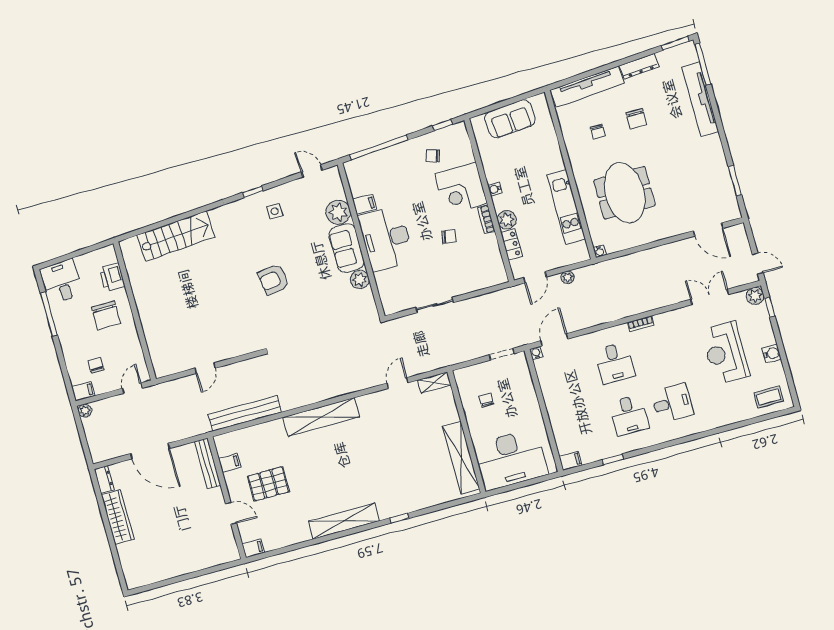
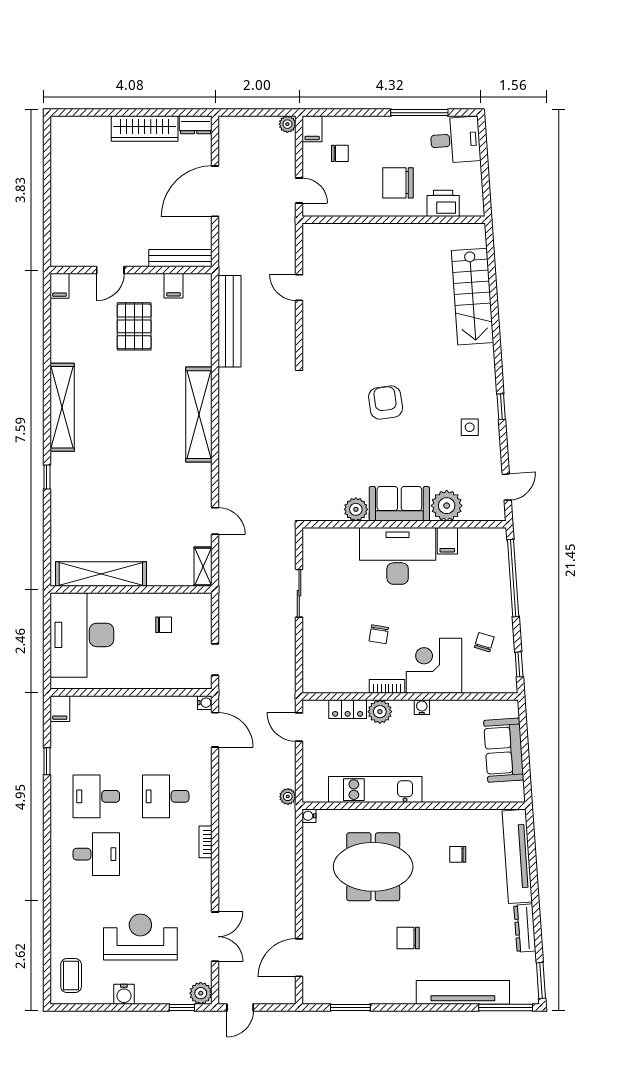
chair: (636, 119) -> (408, 938), moved
plant: (568, 277) -> (288, 797), moved
desk: (672, 403) -> (96, 854), turned -90

